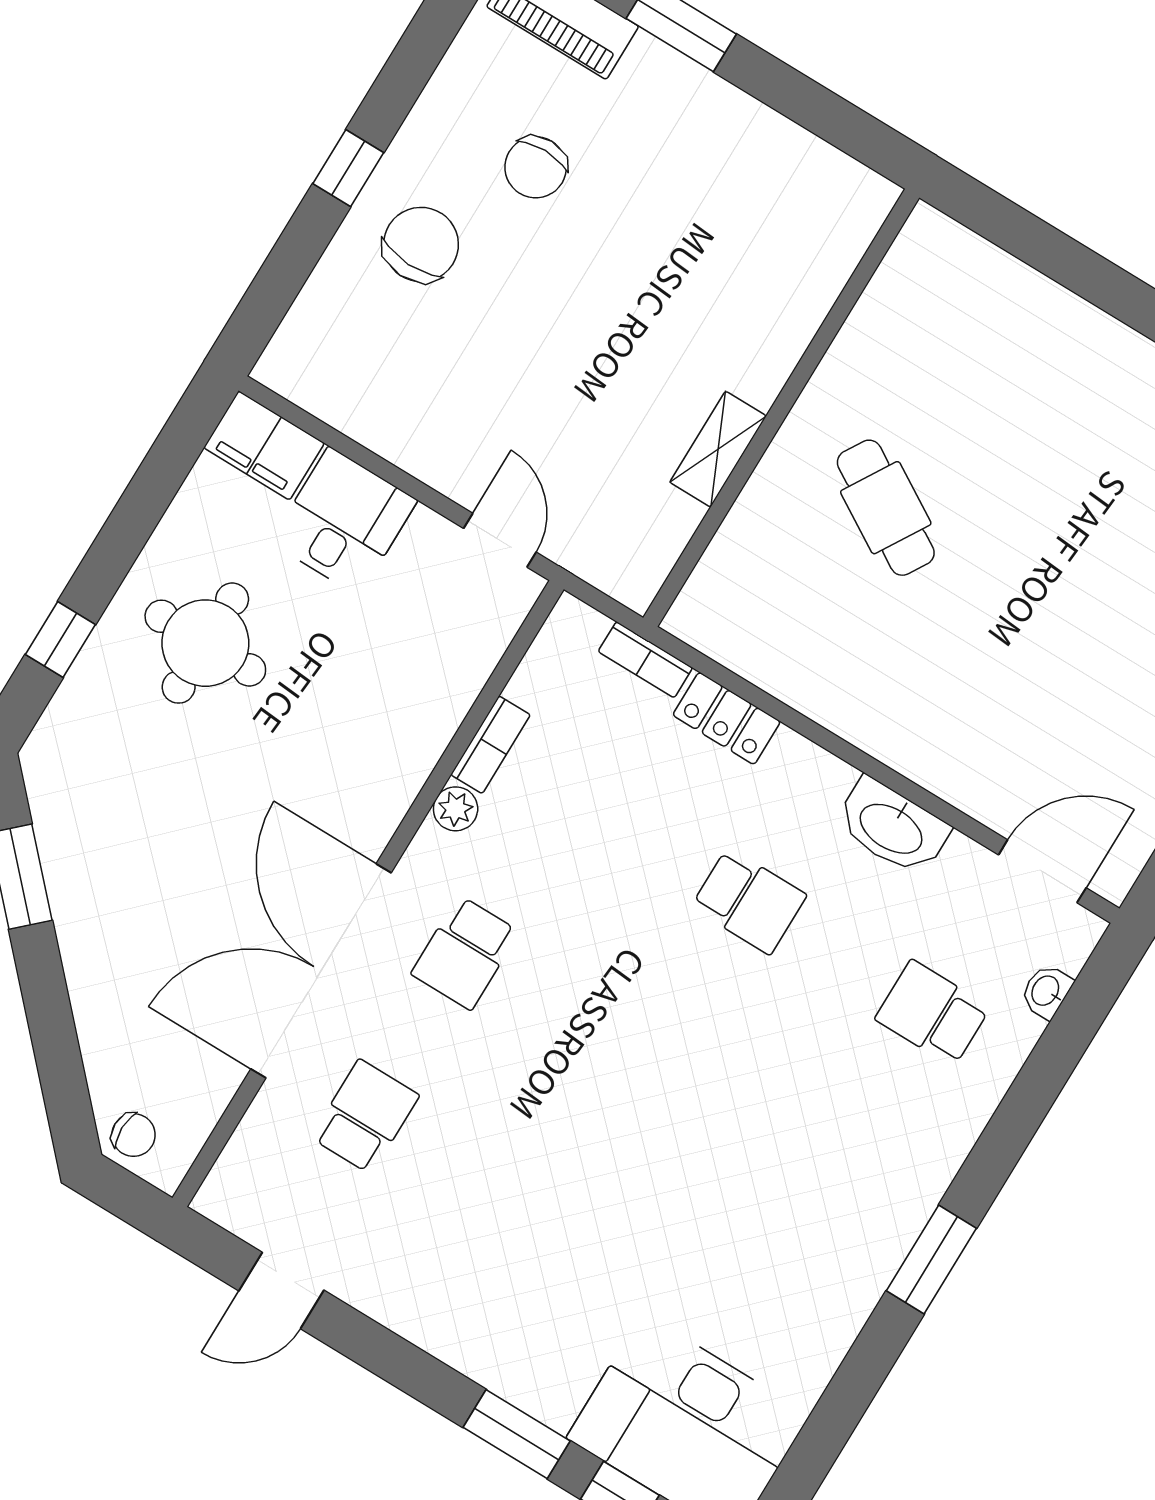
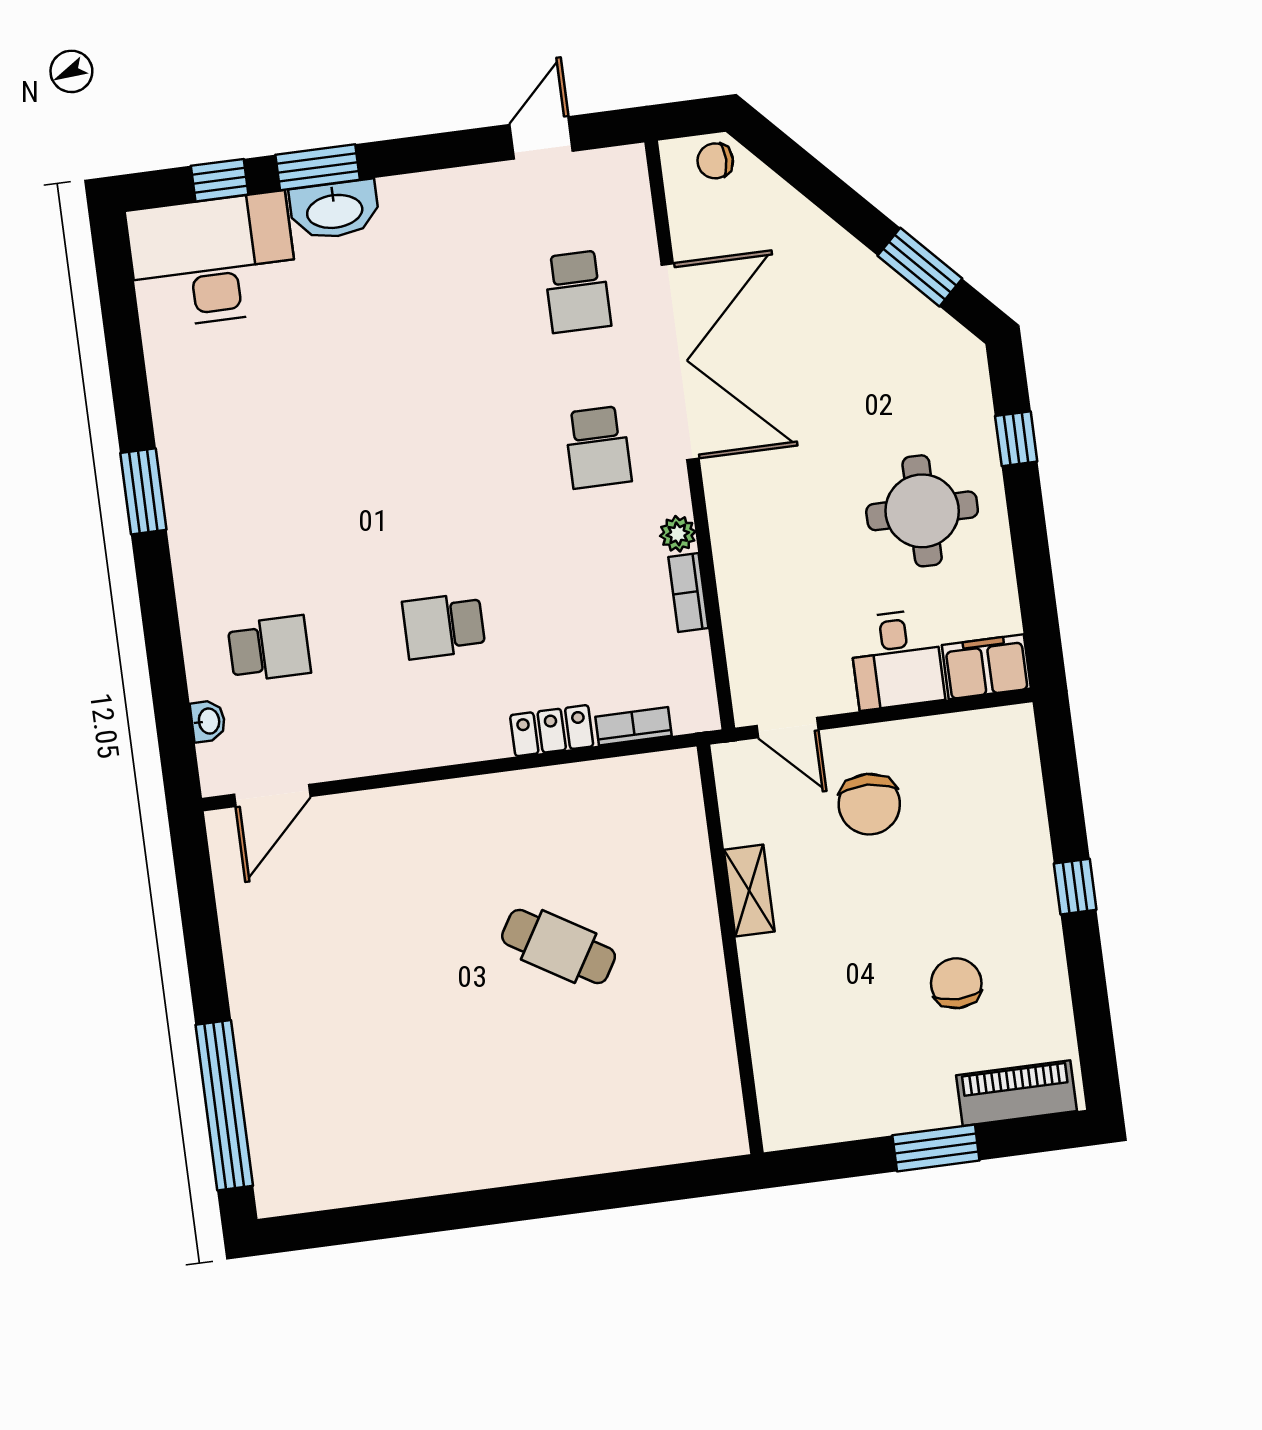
chair: (421, 244) -> (869, 804), moved
wall: (781, 408) -> (730, 949), moved
shelving: (718, 449) -> (749, 891), moved
washbasin: (892, 827) -> (334, 210), moved, turned 180
school desk: (465, 953) -> (598, 447), turned 180

